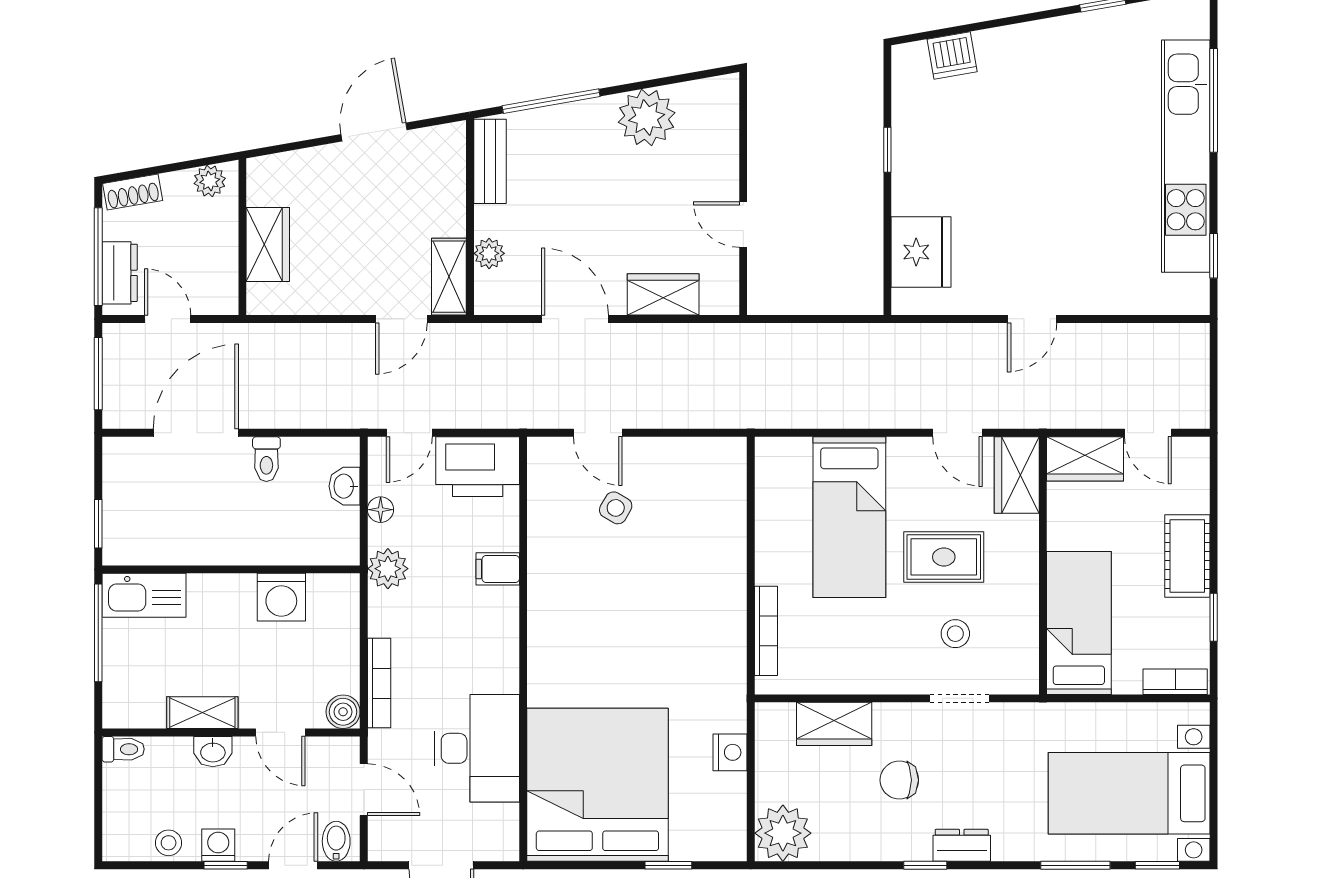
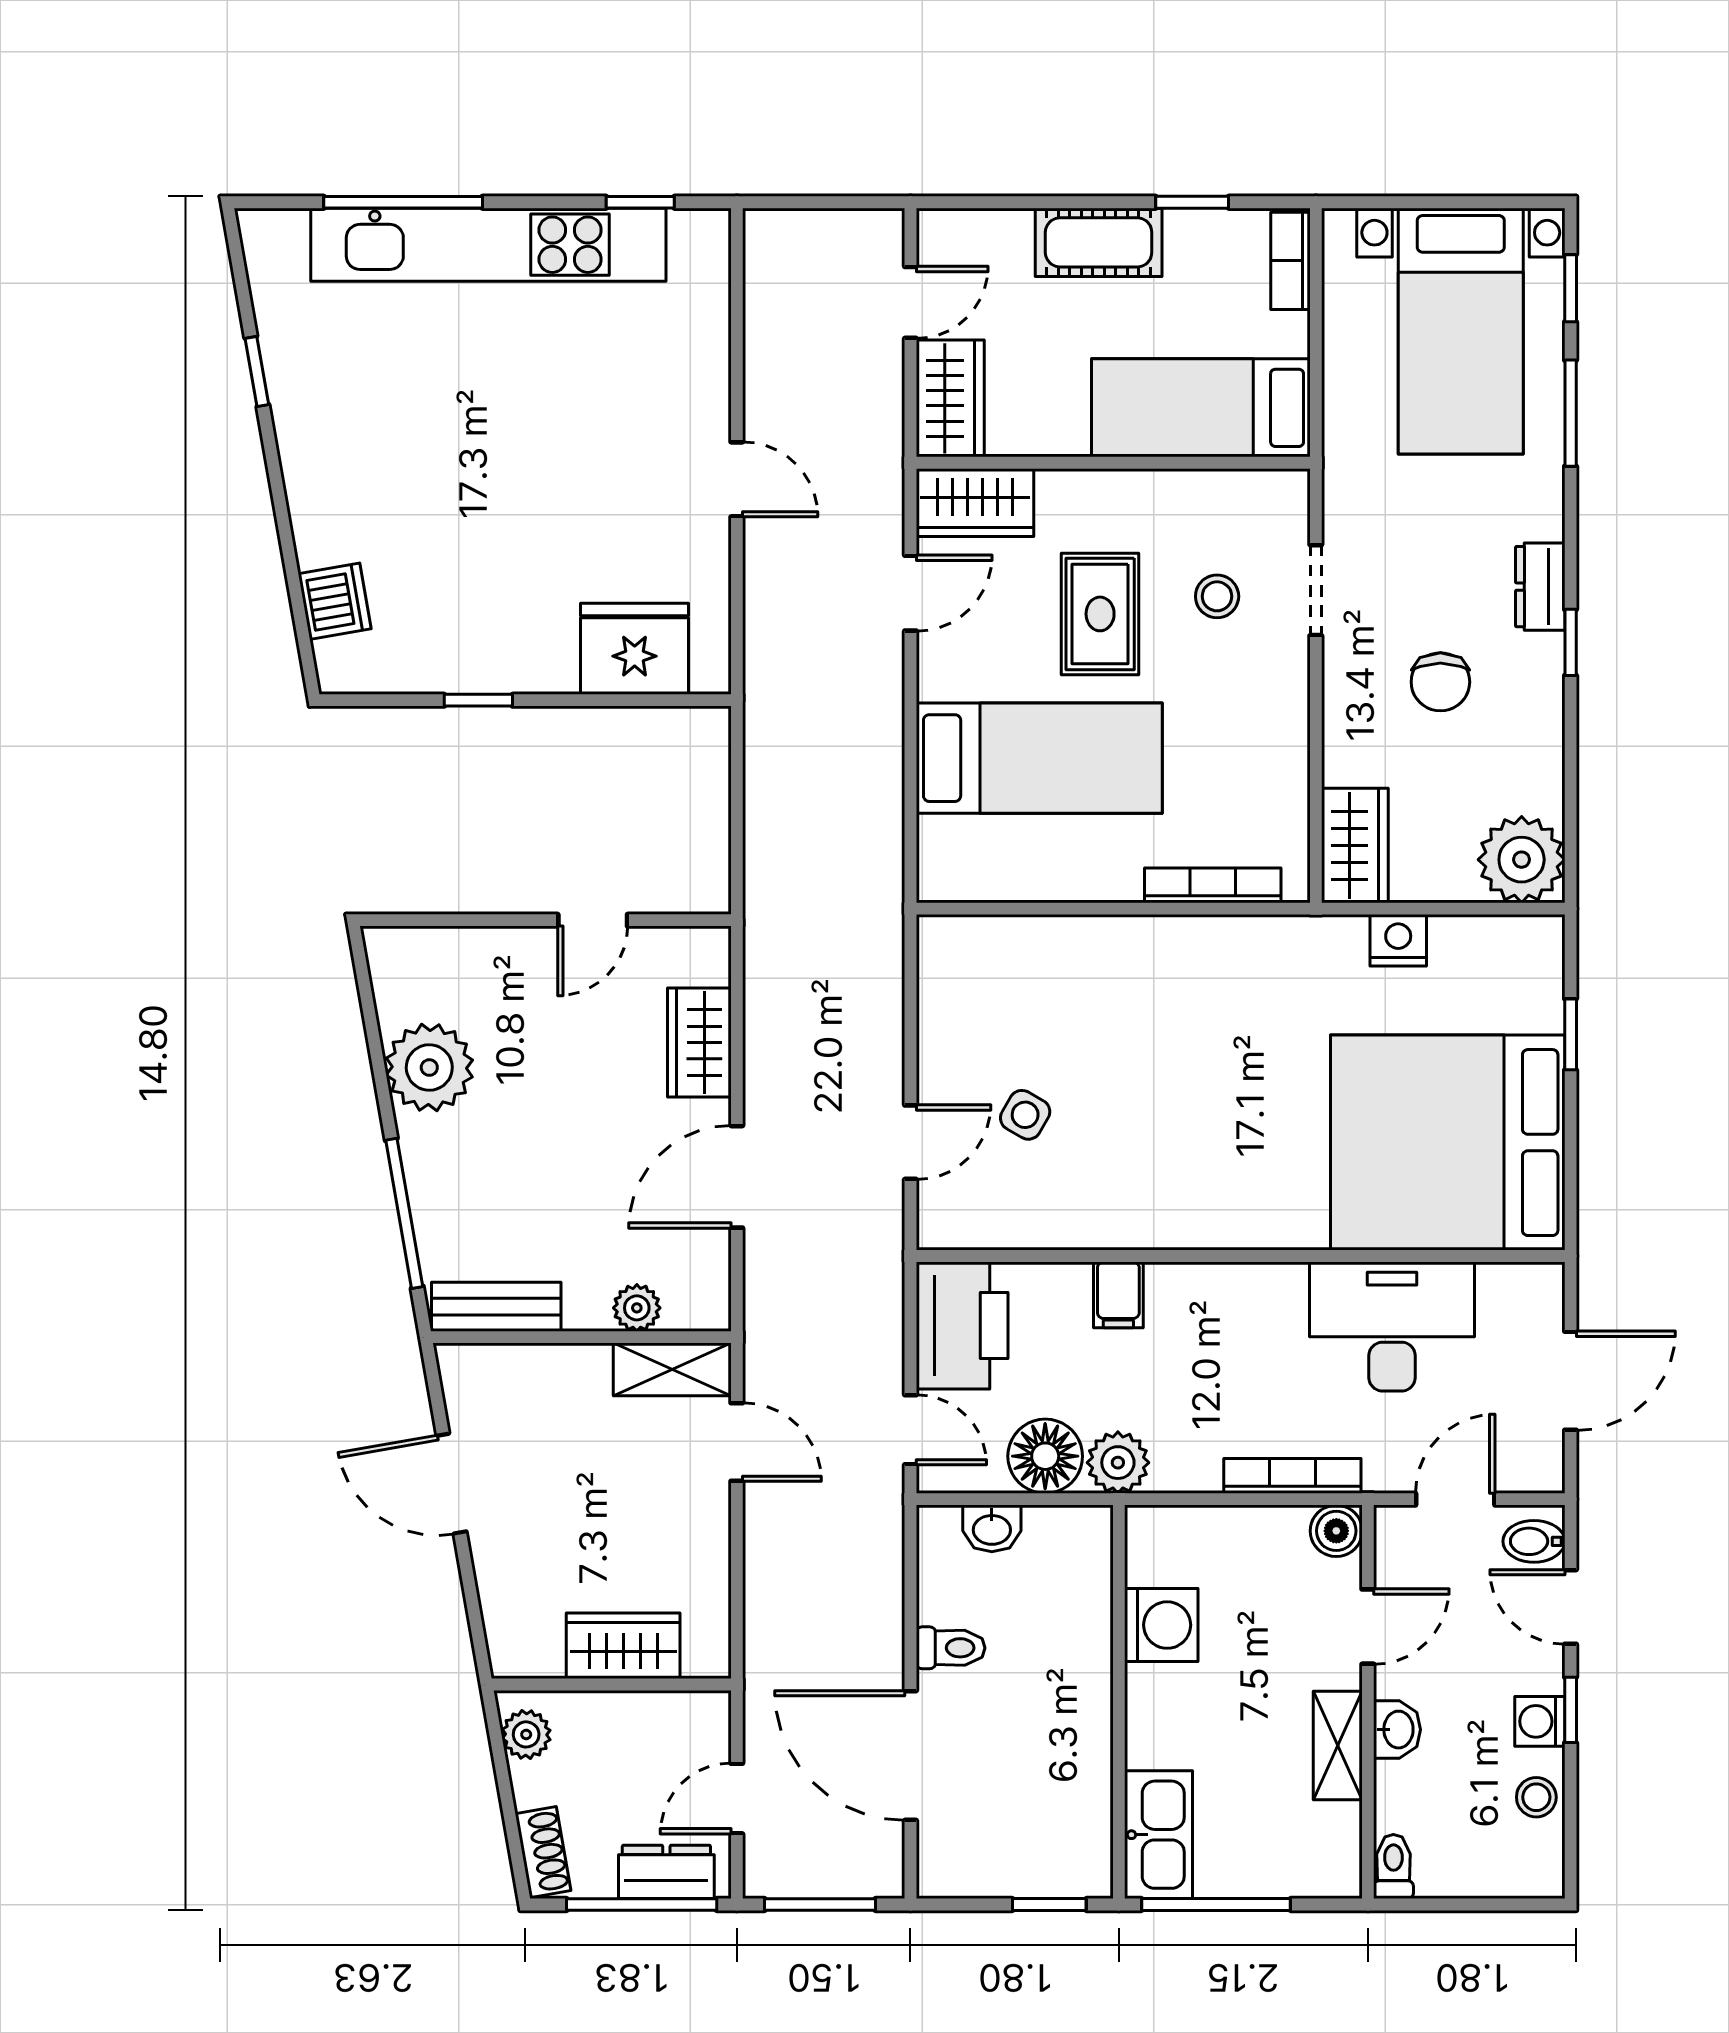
floor lamp: (381, 510) -> (1045, 1456), width x1.89, depth x1.89
wardrobe: (834, 724) -> (1355, 845), moved

